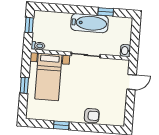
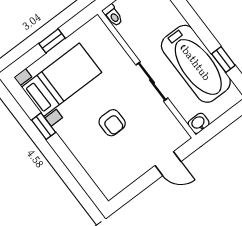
bathtub: (90, 23) -> (196, 64), width x1.36, depth x1.36
bed with nightstands: (48, 77) -> (62, 80), moved, turned 180
armchair: (92, 116) -> (112, 123), moved

